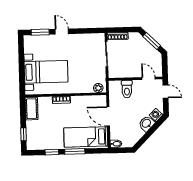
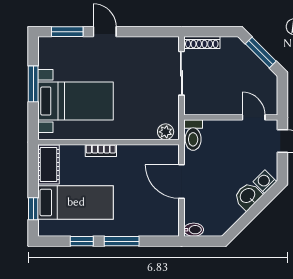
window: (21, 63) -> (33, 84), added
toilet: (127, 89) -> (193, 135), moved
bed: (86, 137) -> (76, 202), moved, turned 180

